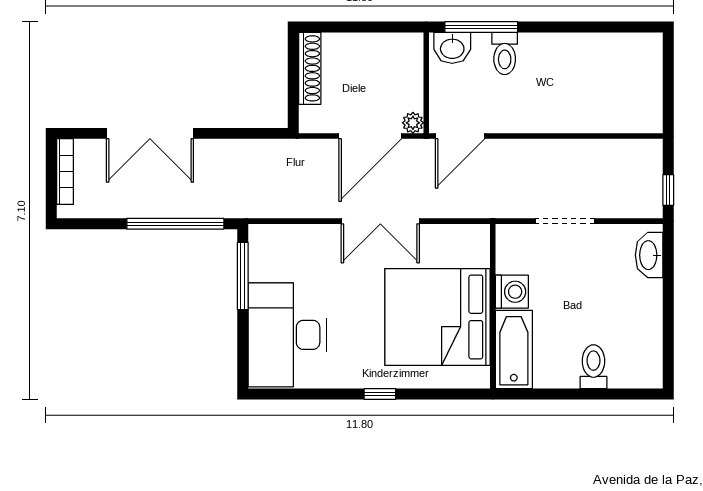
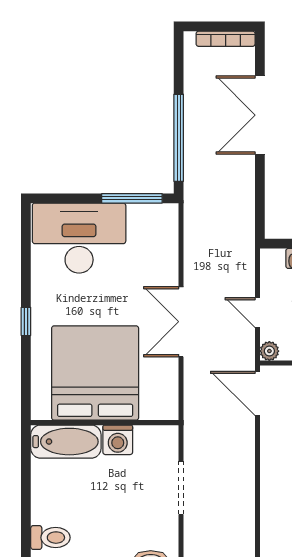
door: (370, 136) -> (257, 313), width x0.53
toilet: (593, 367) -> (50, 538), moved

